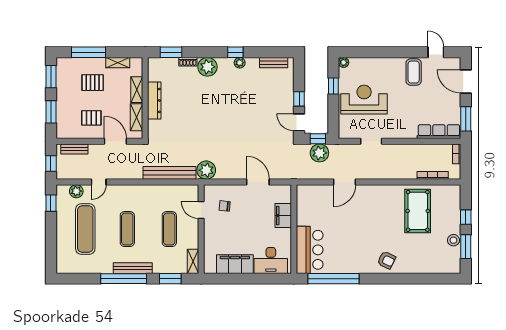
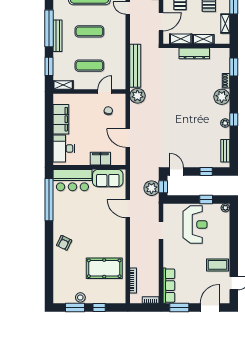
window: (299, 99) -> (206, 171), moved
door: (299, 122) -> (177, 171), hinge flipped
door: (258, 182) -> (128, 138), swing flipped
sofa: (307, 207) -> (108, 178), added

